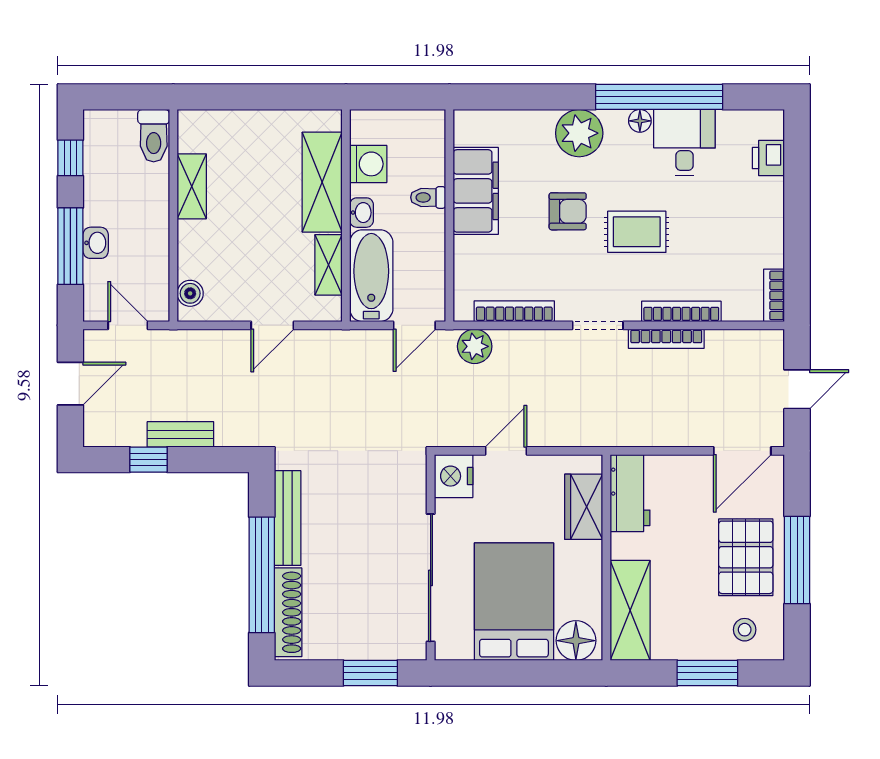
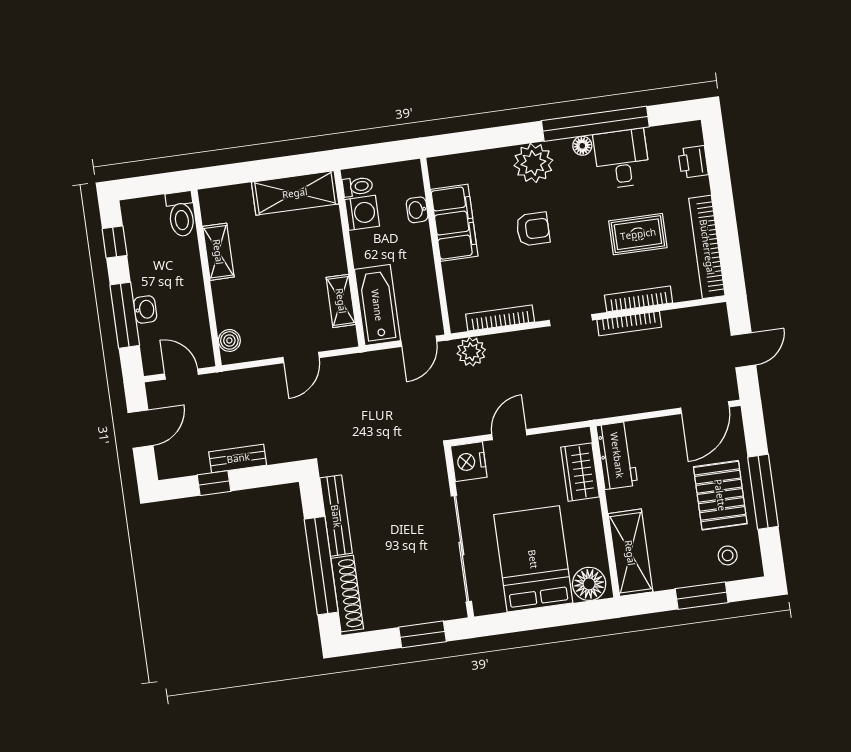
shelving: (322, 182) -> (295, 193), moved, turned 90
toilet: (428, 197) -> (358, 186), moved, turned 180
washbasin: (362, 213) -> (417, 210), moved, turned 180
rug: (637, 232) -> (638, 234), moved
bookcase: (774, 295) -> (707, 247), width x2.31, depth x1.31

